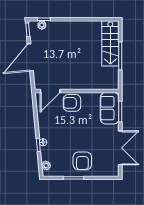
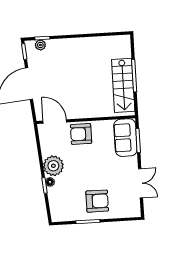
stairs: (110, 43) -> (123, 85), moved
door: (50, 91) -> (55, 122), swing flipped
double door: (120, 148) -> (141, 183), width x0.73
armchair: (82, 161) -> (97, 201), turned -90
plant: (46, 165) -> (53, 166), moved, width x1.88, depth x1.88

